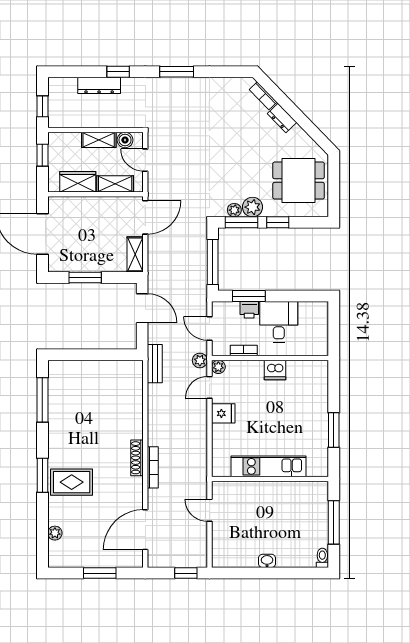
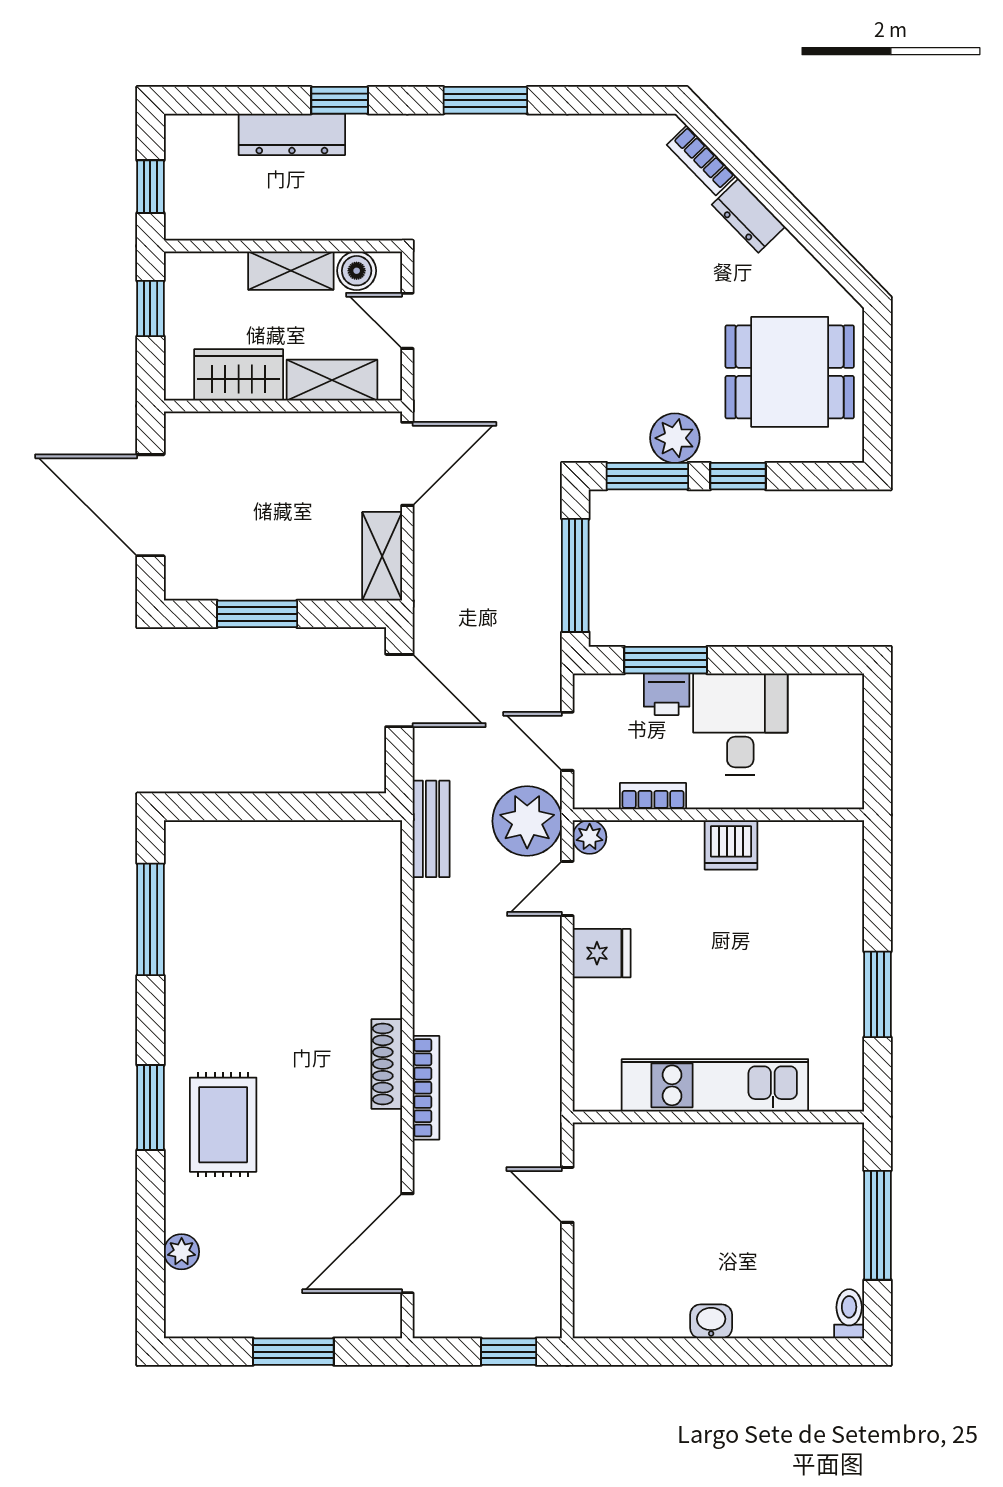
plant: (234, 210) -> (629, 446), removed
plant: (200, 360) -> (527, 821), width x1.88, depth x1.88
rug: (72, 482) -> (223, 1125), turned 90

